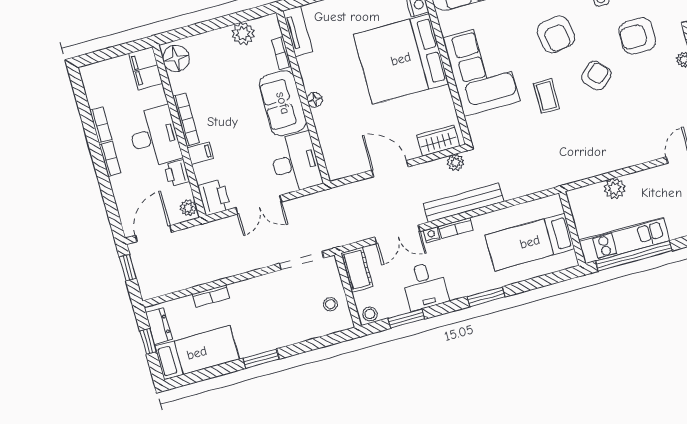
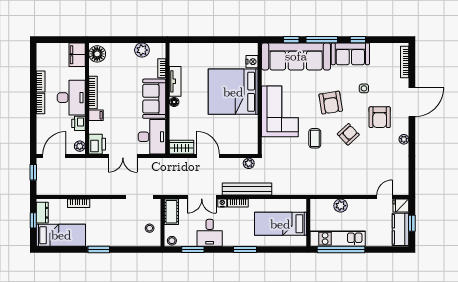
tv unit: (298, 31) -> (175, 81), moved
armchair: (637, 36) -> (380, 117), turned -90
wardrobe: (438, 140) -> (182, 147), moved

